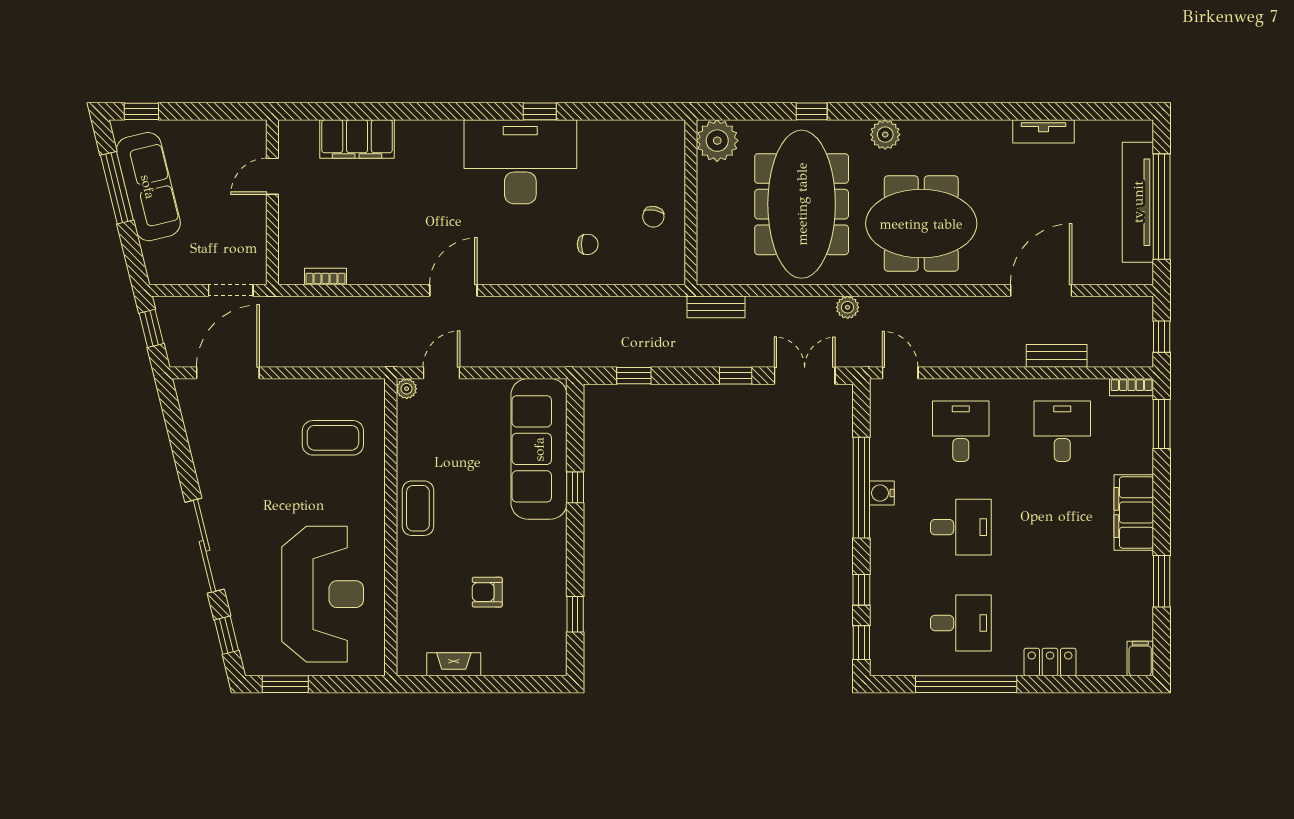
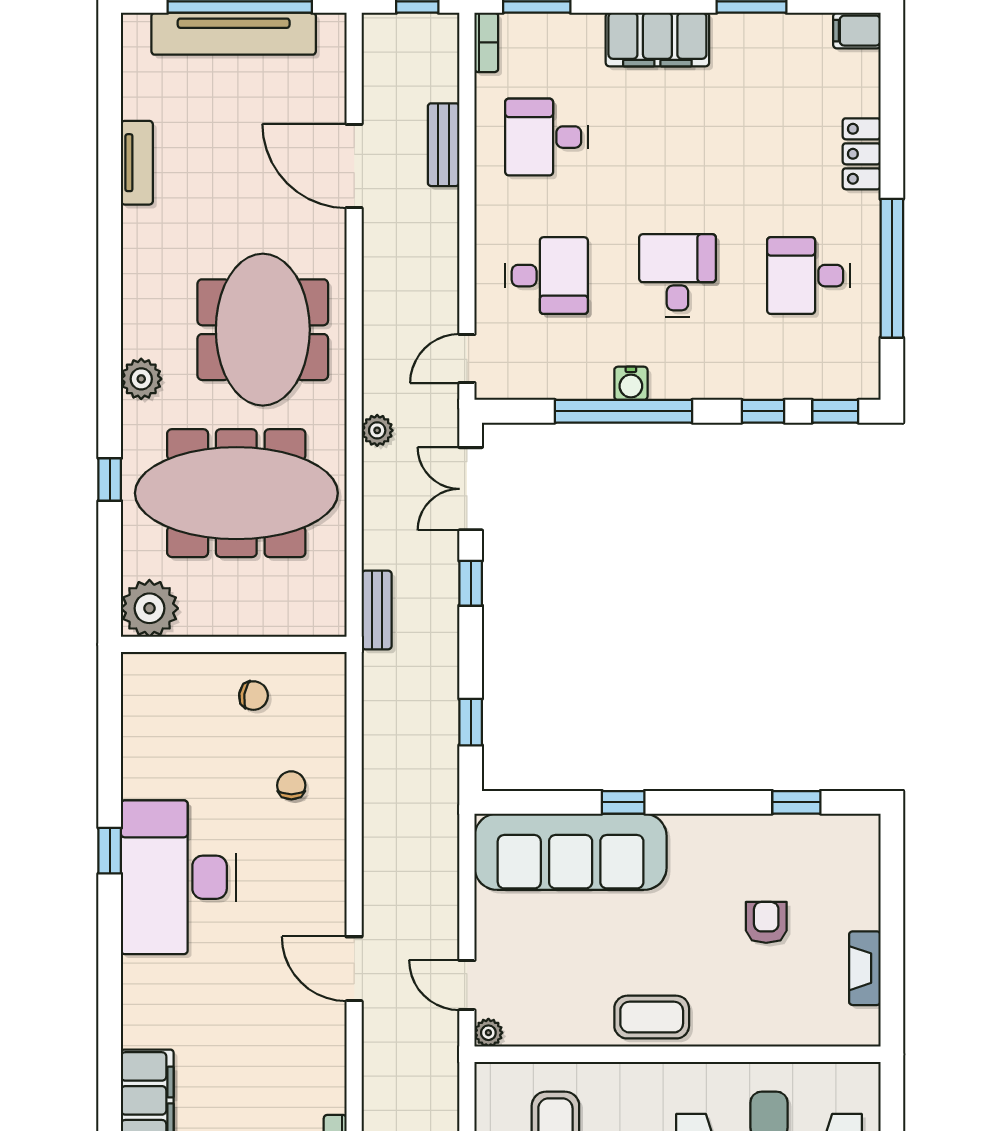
desk: (961, 431) -> (546, 276), turned 180
armchair: (487, 592) -> (766, 922), turned 180
desk: (961, 623) -> (808, 276), turned -90

